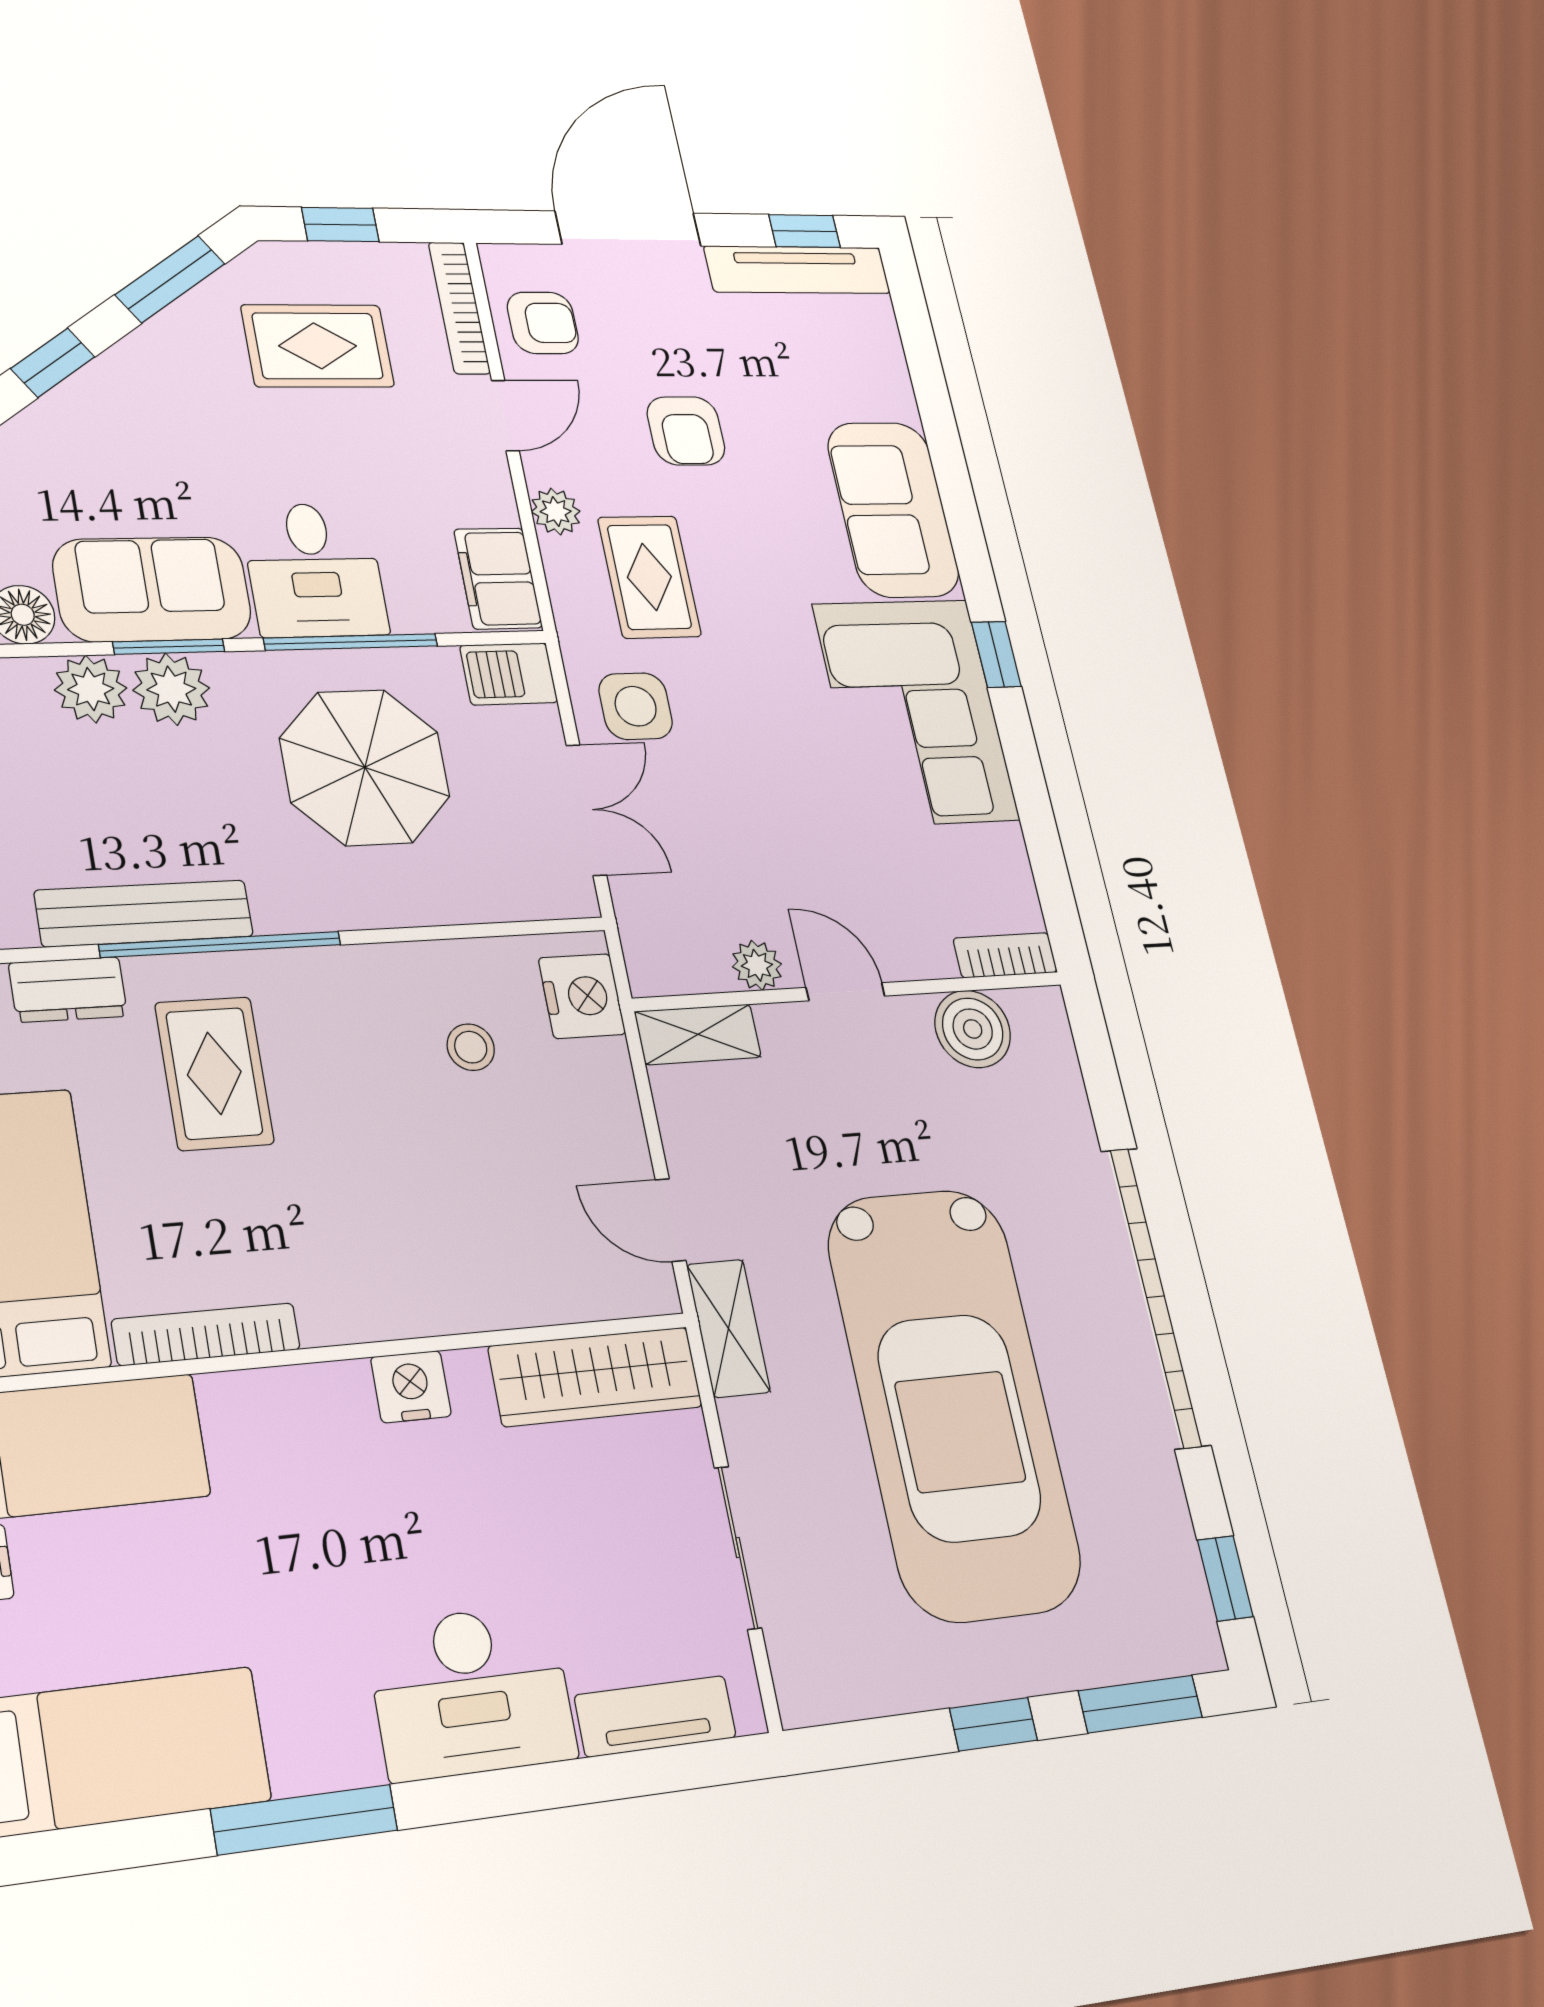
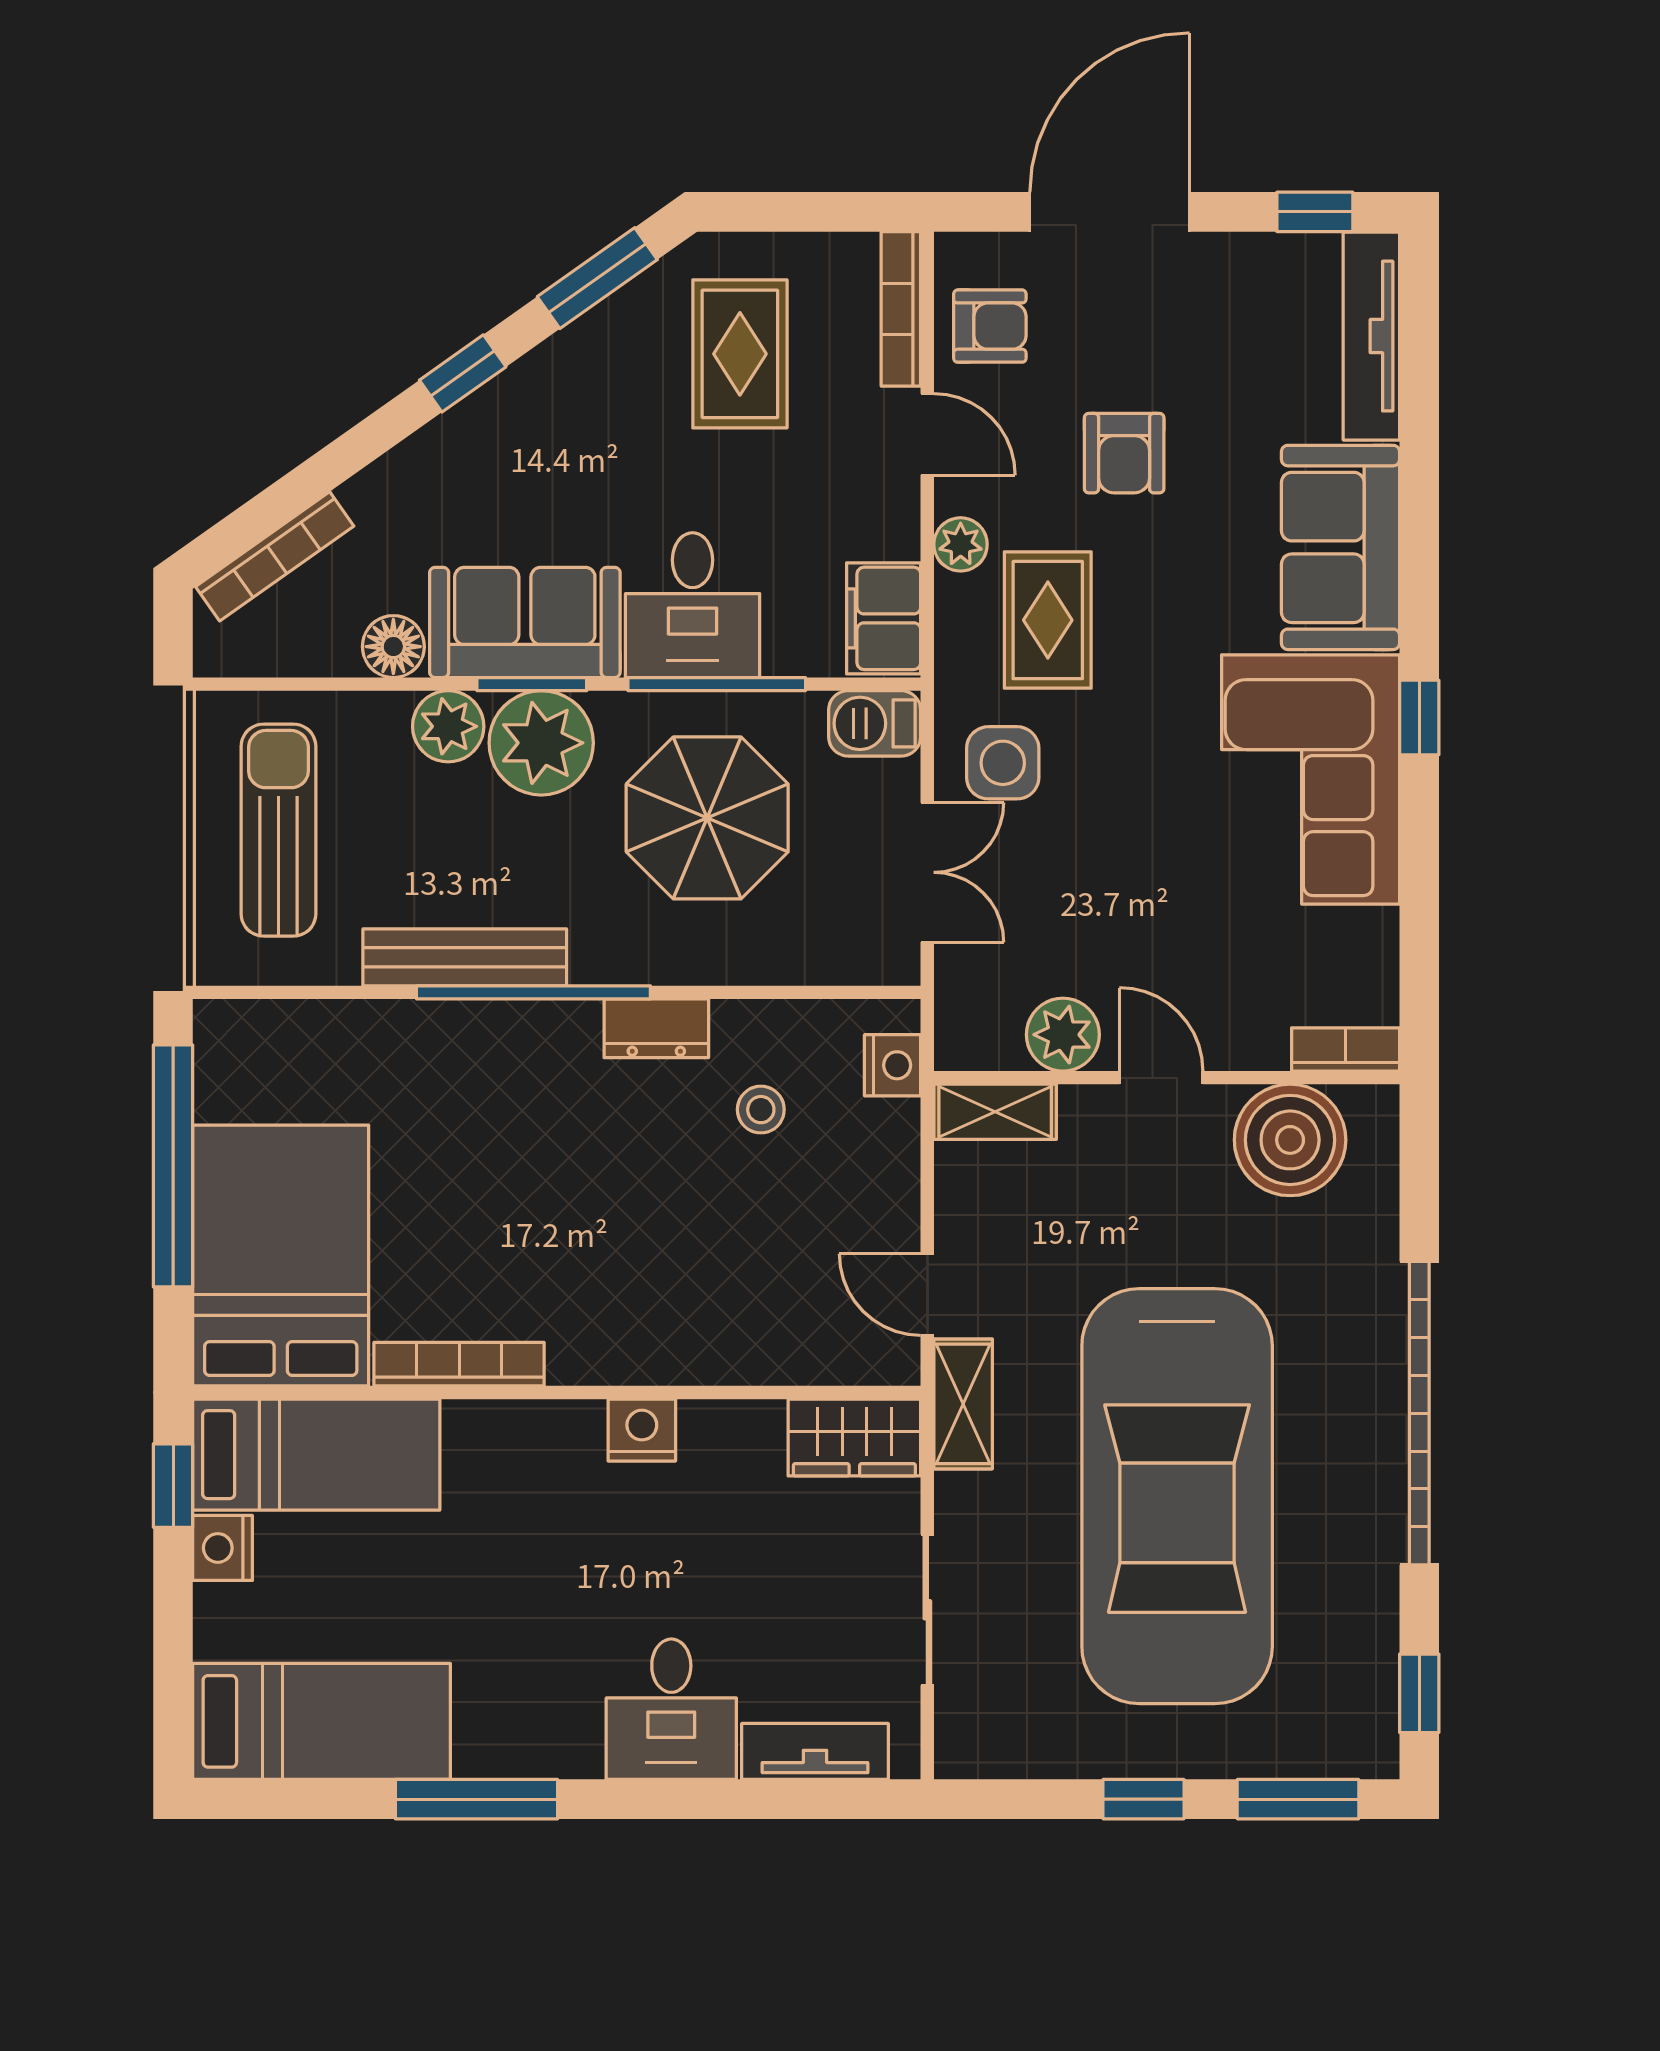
window: (340, 225) -> (789, 212), removed
tv unit: (797, 270) -> (1371, 336), moved, turned 90
rug: (318, 346) -> (740, 354), turned 90
door: (505, 416) -> (927, 434), hinge flipped
plant: (171, 689) -> (541, 743), width x1.36, depth x1.36
plant: (757, 965) -> (1063, 1035), width x1.38, depth x1.38
dresser: (68, 990) -> (656, 1028), moved
nightstand: (582, 996) -> (893, 1065), width x0.74, depth x0.75
boiler: (973, 1029) -> (1290, 1140), width x1.37, depth x1.37
rug: (214, 1073) -> (507, 1119), removed
wardrobe: (595, 1377) -> (854, 1437), width x0.67
desk: (471, 1692) -> (671, 1709), width x0.73

